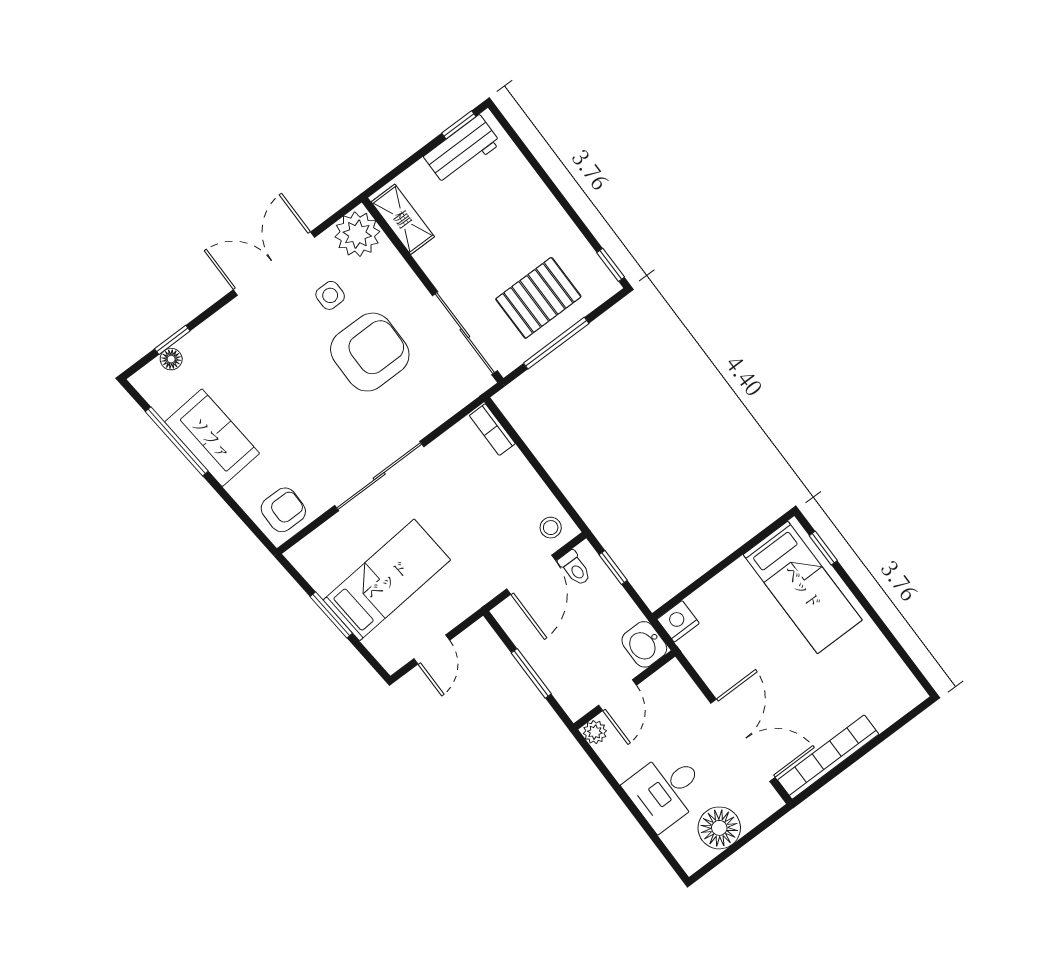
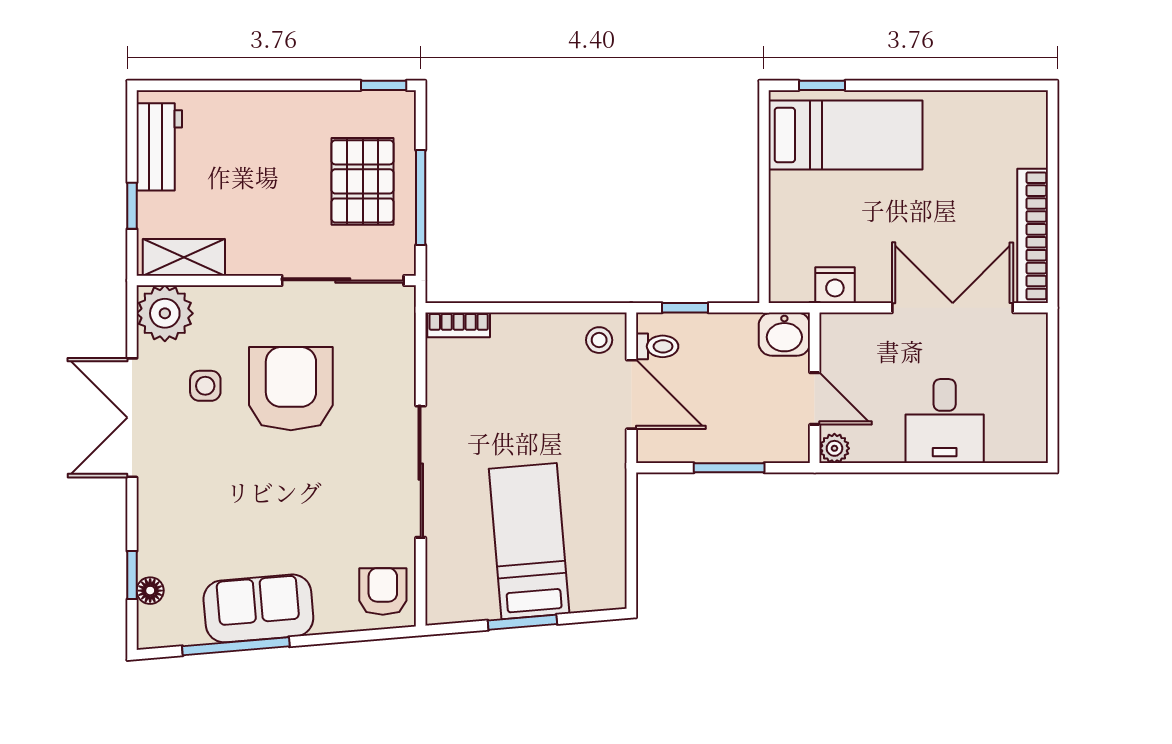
window: (459, 125) -> (132, 206), moved
nightstand: (678, 621) -> (835, 285), moved, turned -90
door: (432, 649) -> (631, 548), removed
floor lamp: (719, 828) -> (1022, 396), removed

